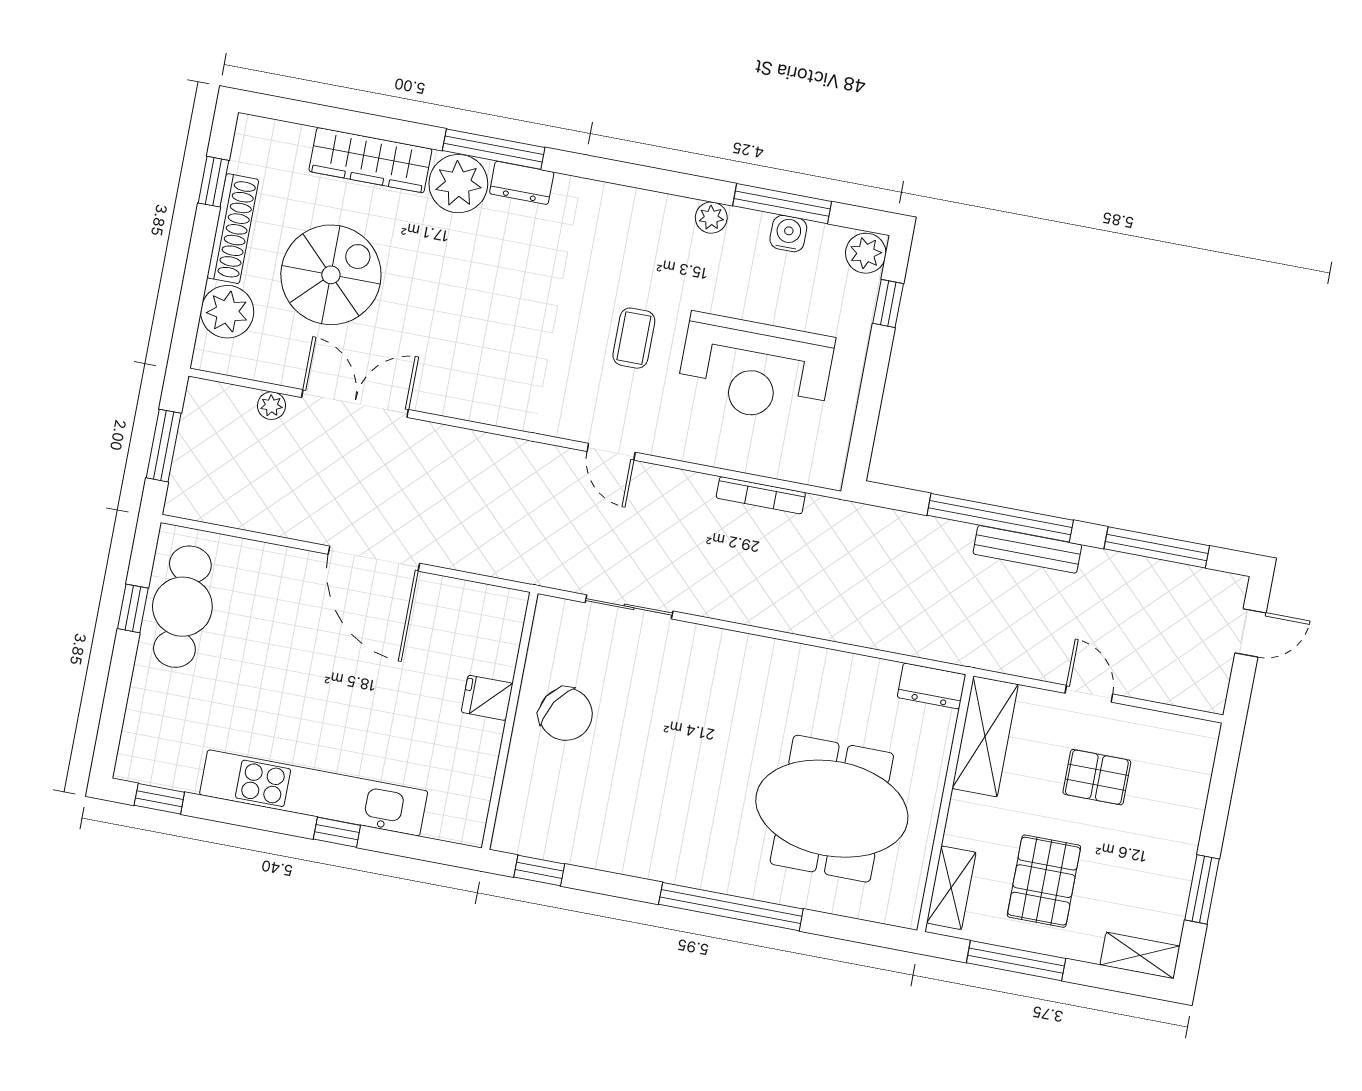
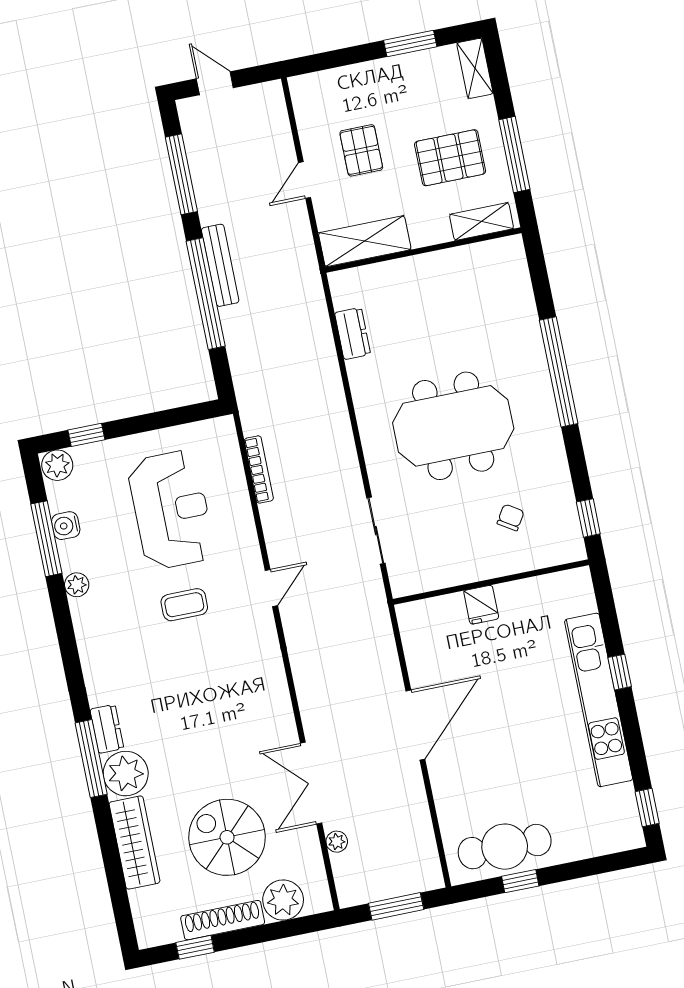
dresser: (931, 686) -> (353, 334), moved
chair: (566, 714) -> (511, 517), moved, width x0.54, depth x0.54
meeting table: (832, 809) -> (453, 426), moved, turned 90

